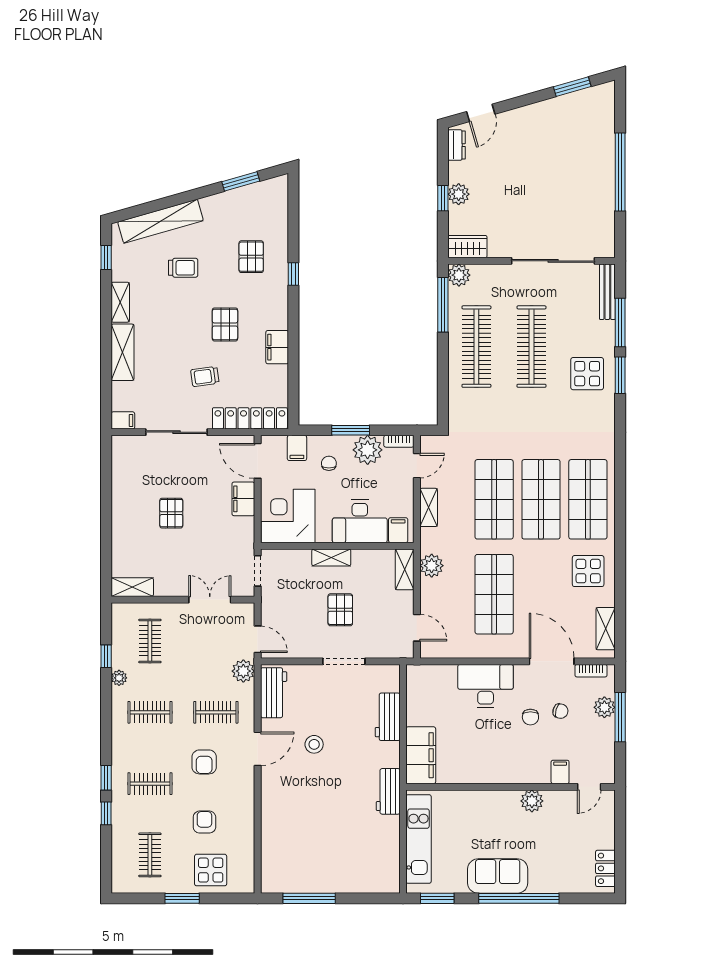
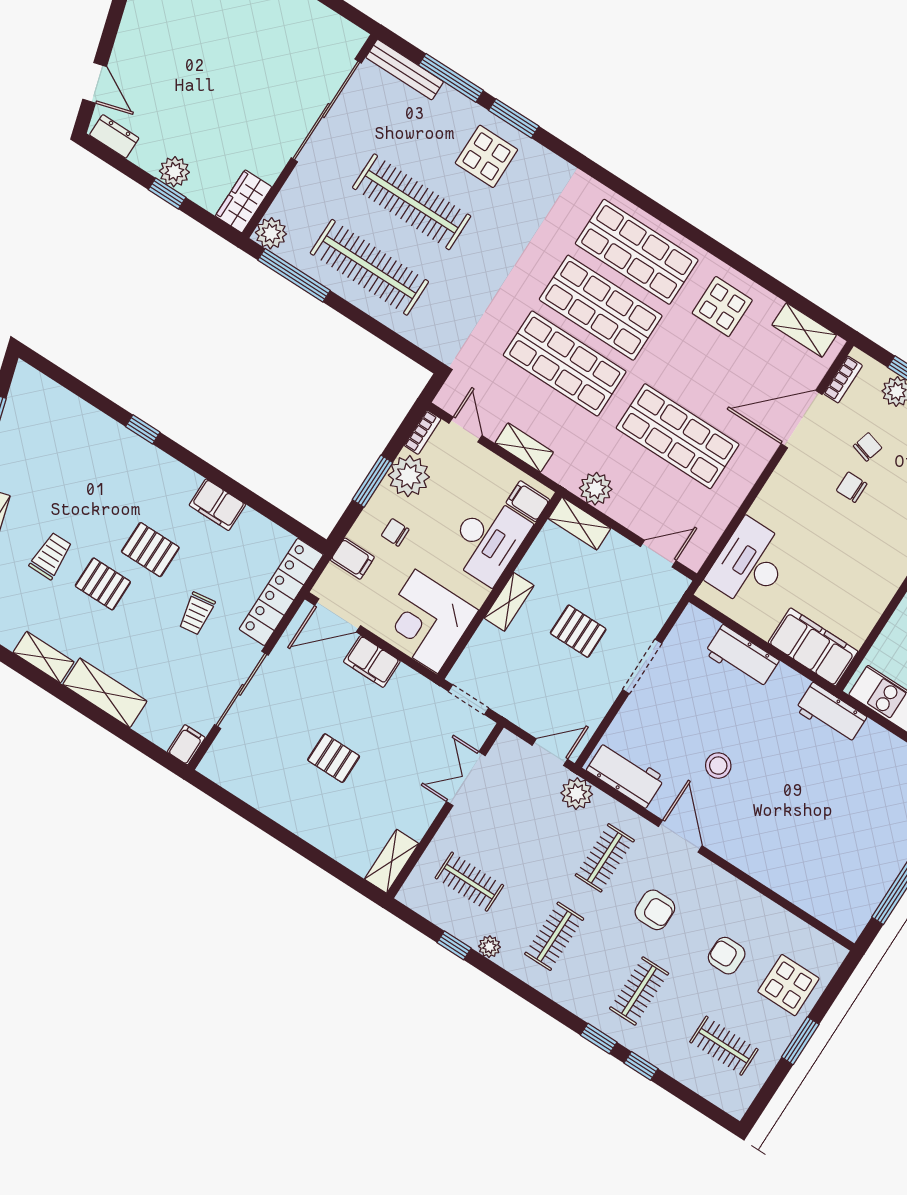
pallet: (251, 257) -> (103, 584), moved
desk: (486, 686) -> (750, 564), moved
chair: (530, 717) -> (852, 487), turned 180

